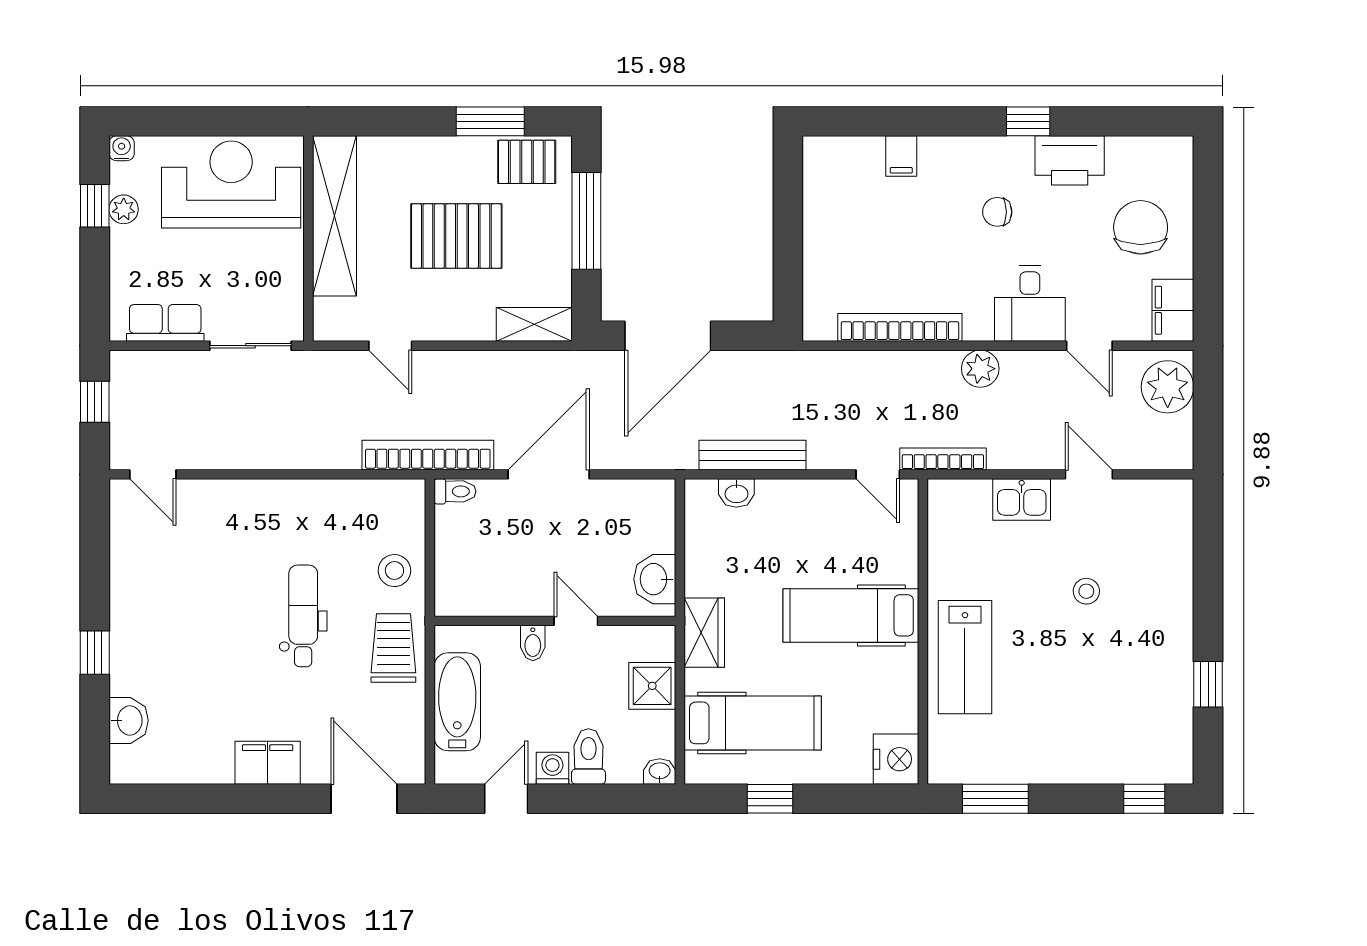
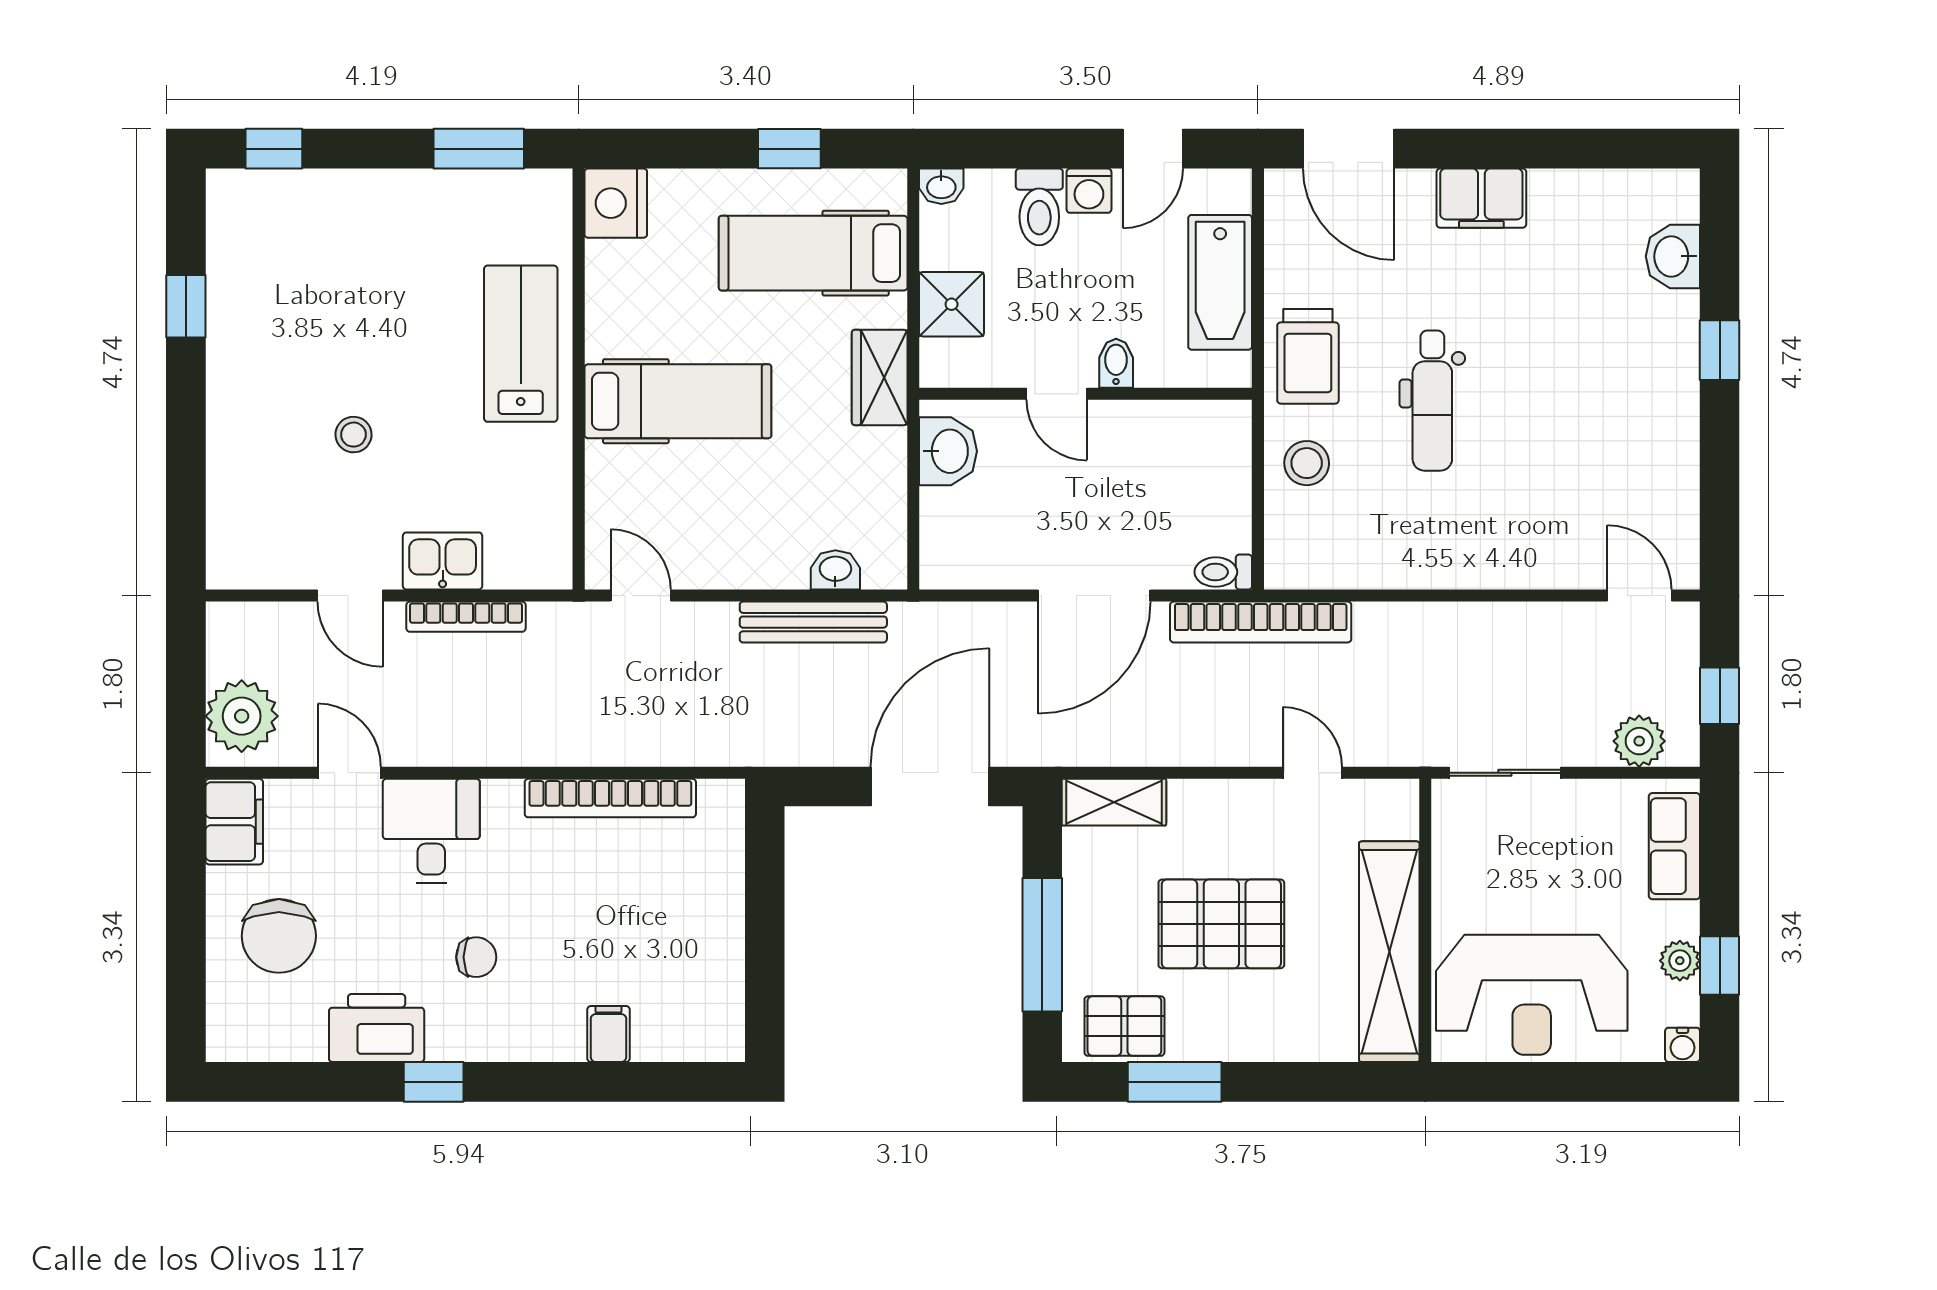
row of seats: (165, 323) -> (1674, 846), moved, turned 90
plant: (980, 369) -> (1639, 741), moved
bookcase: (943, 459) -> (466, 617), moved

